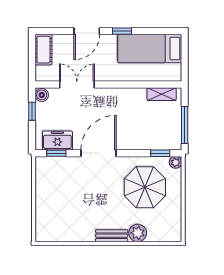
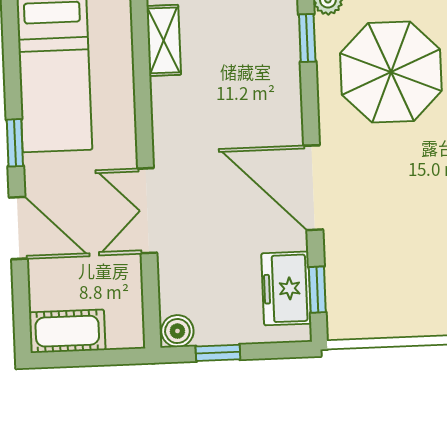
double door: (77, 85) -> (147, 211), moved

